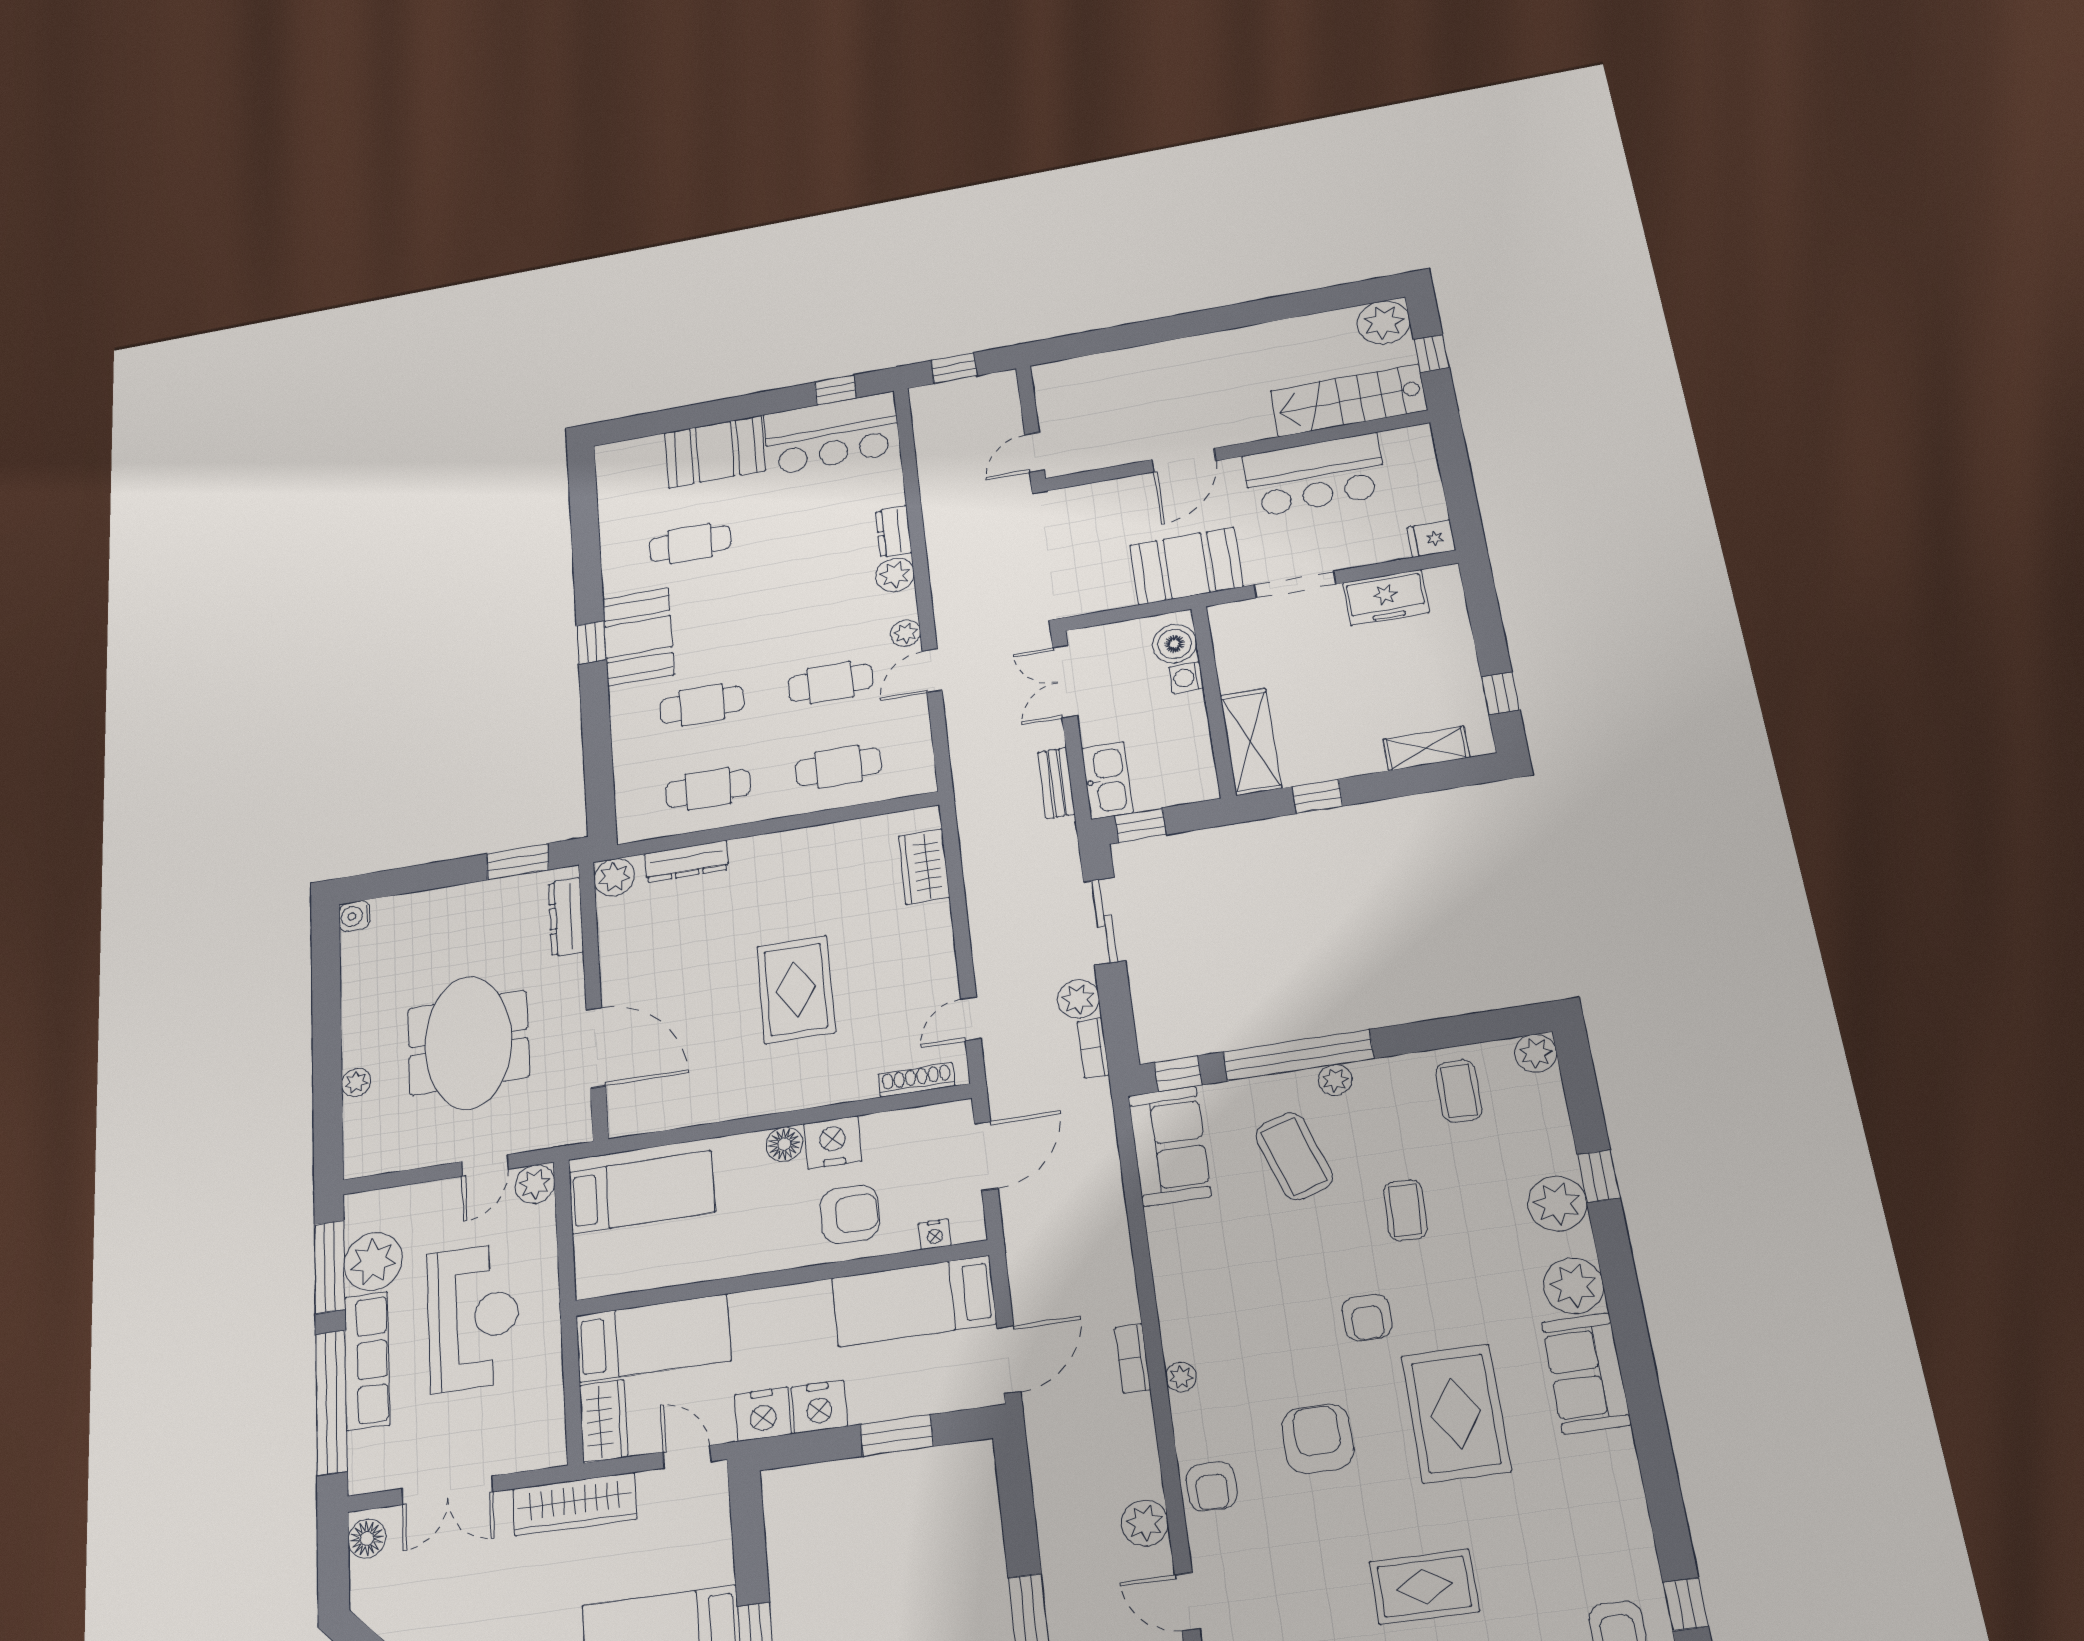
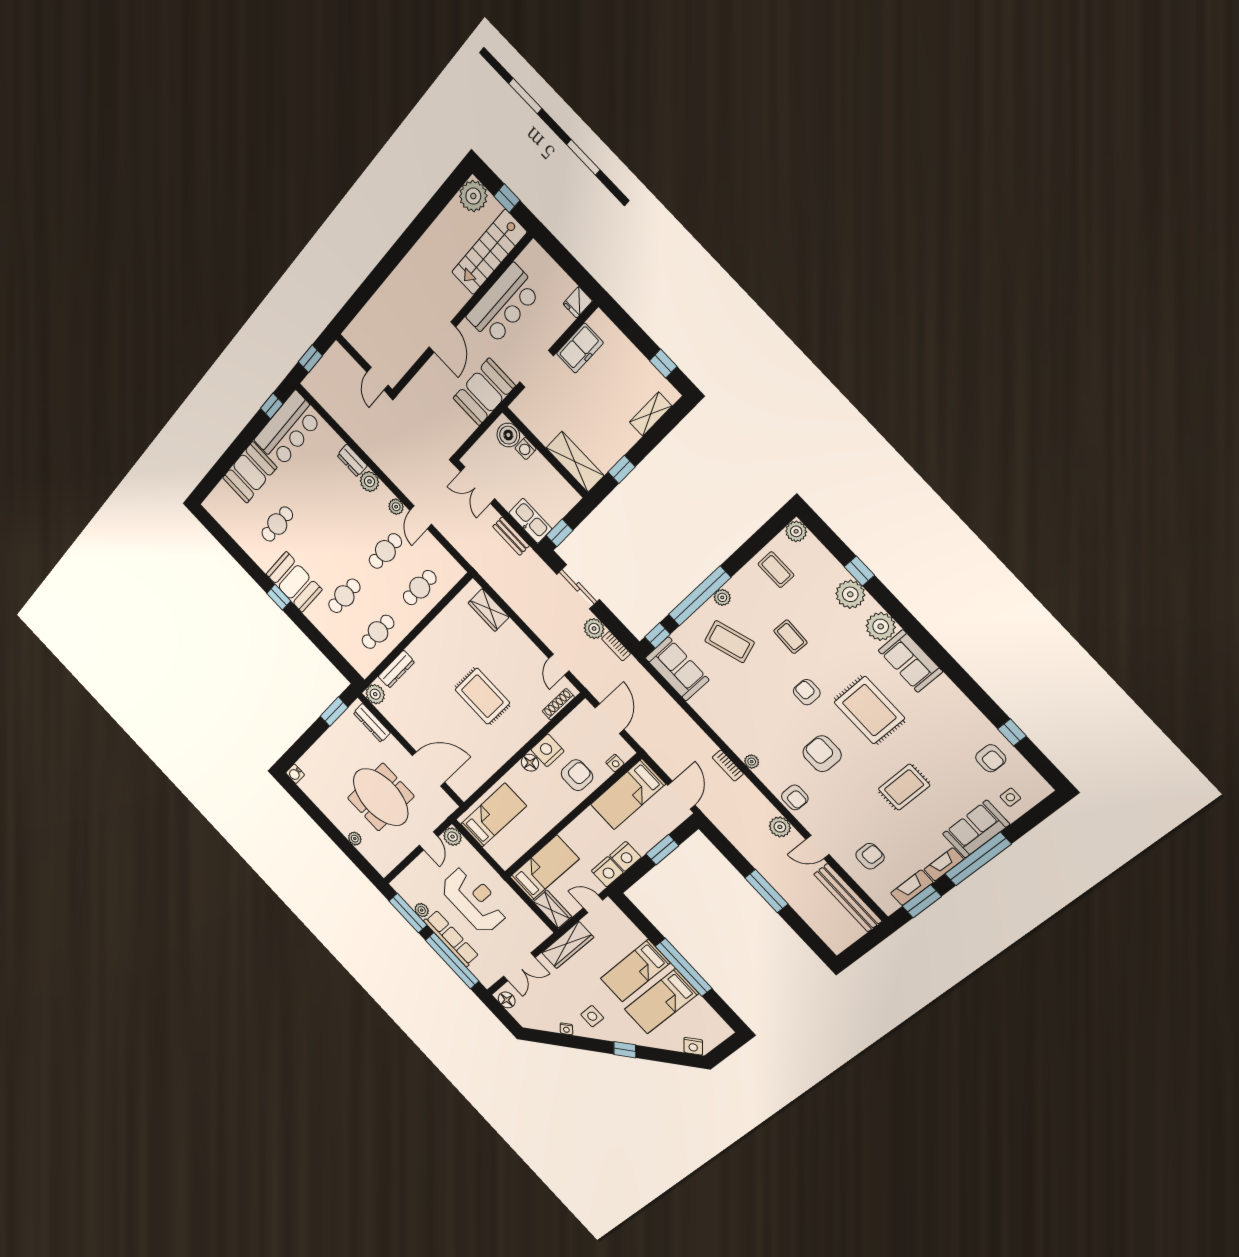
plant: (373, 1262) -> (422, 910), width x0.53, depth x0.53
armchair: (1367, 1317) -> (807, 692), turned 180

